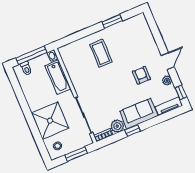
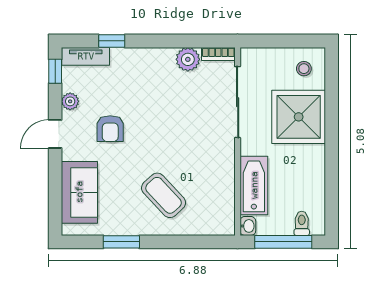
coffee table: (101, 53) -> (164, 195), turned -43
sofa: (139, 114) -> (79, 192), moved, turned -90
window: (133, 130) -> (112, 41), moved
window: (76, 154) -> (278, 41), removed

